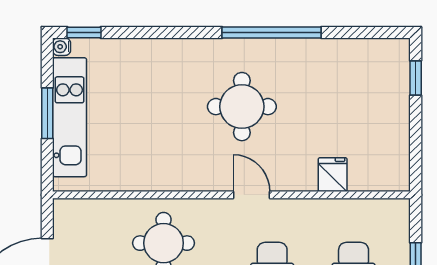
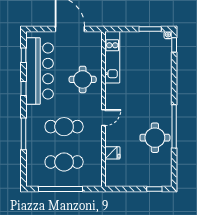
round table: (242, 107) -> (155, 138), moved
window: (47, 113) -> (150, 29), moved
kitchen unit: (70, 117) -> (112, 57), moved, turned -90

